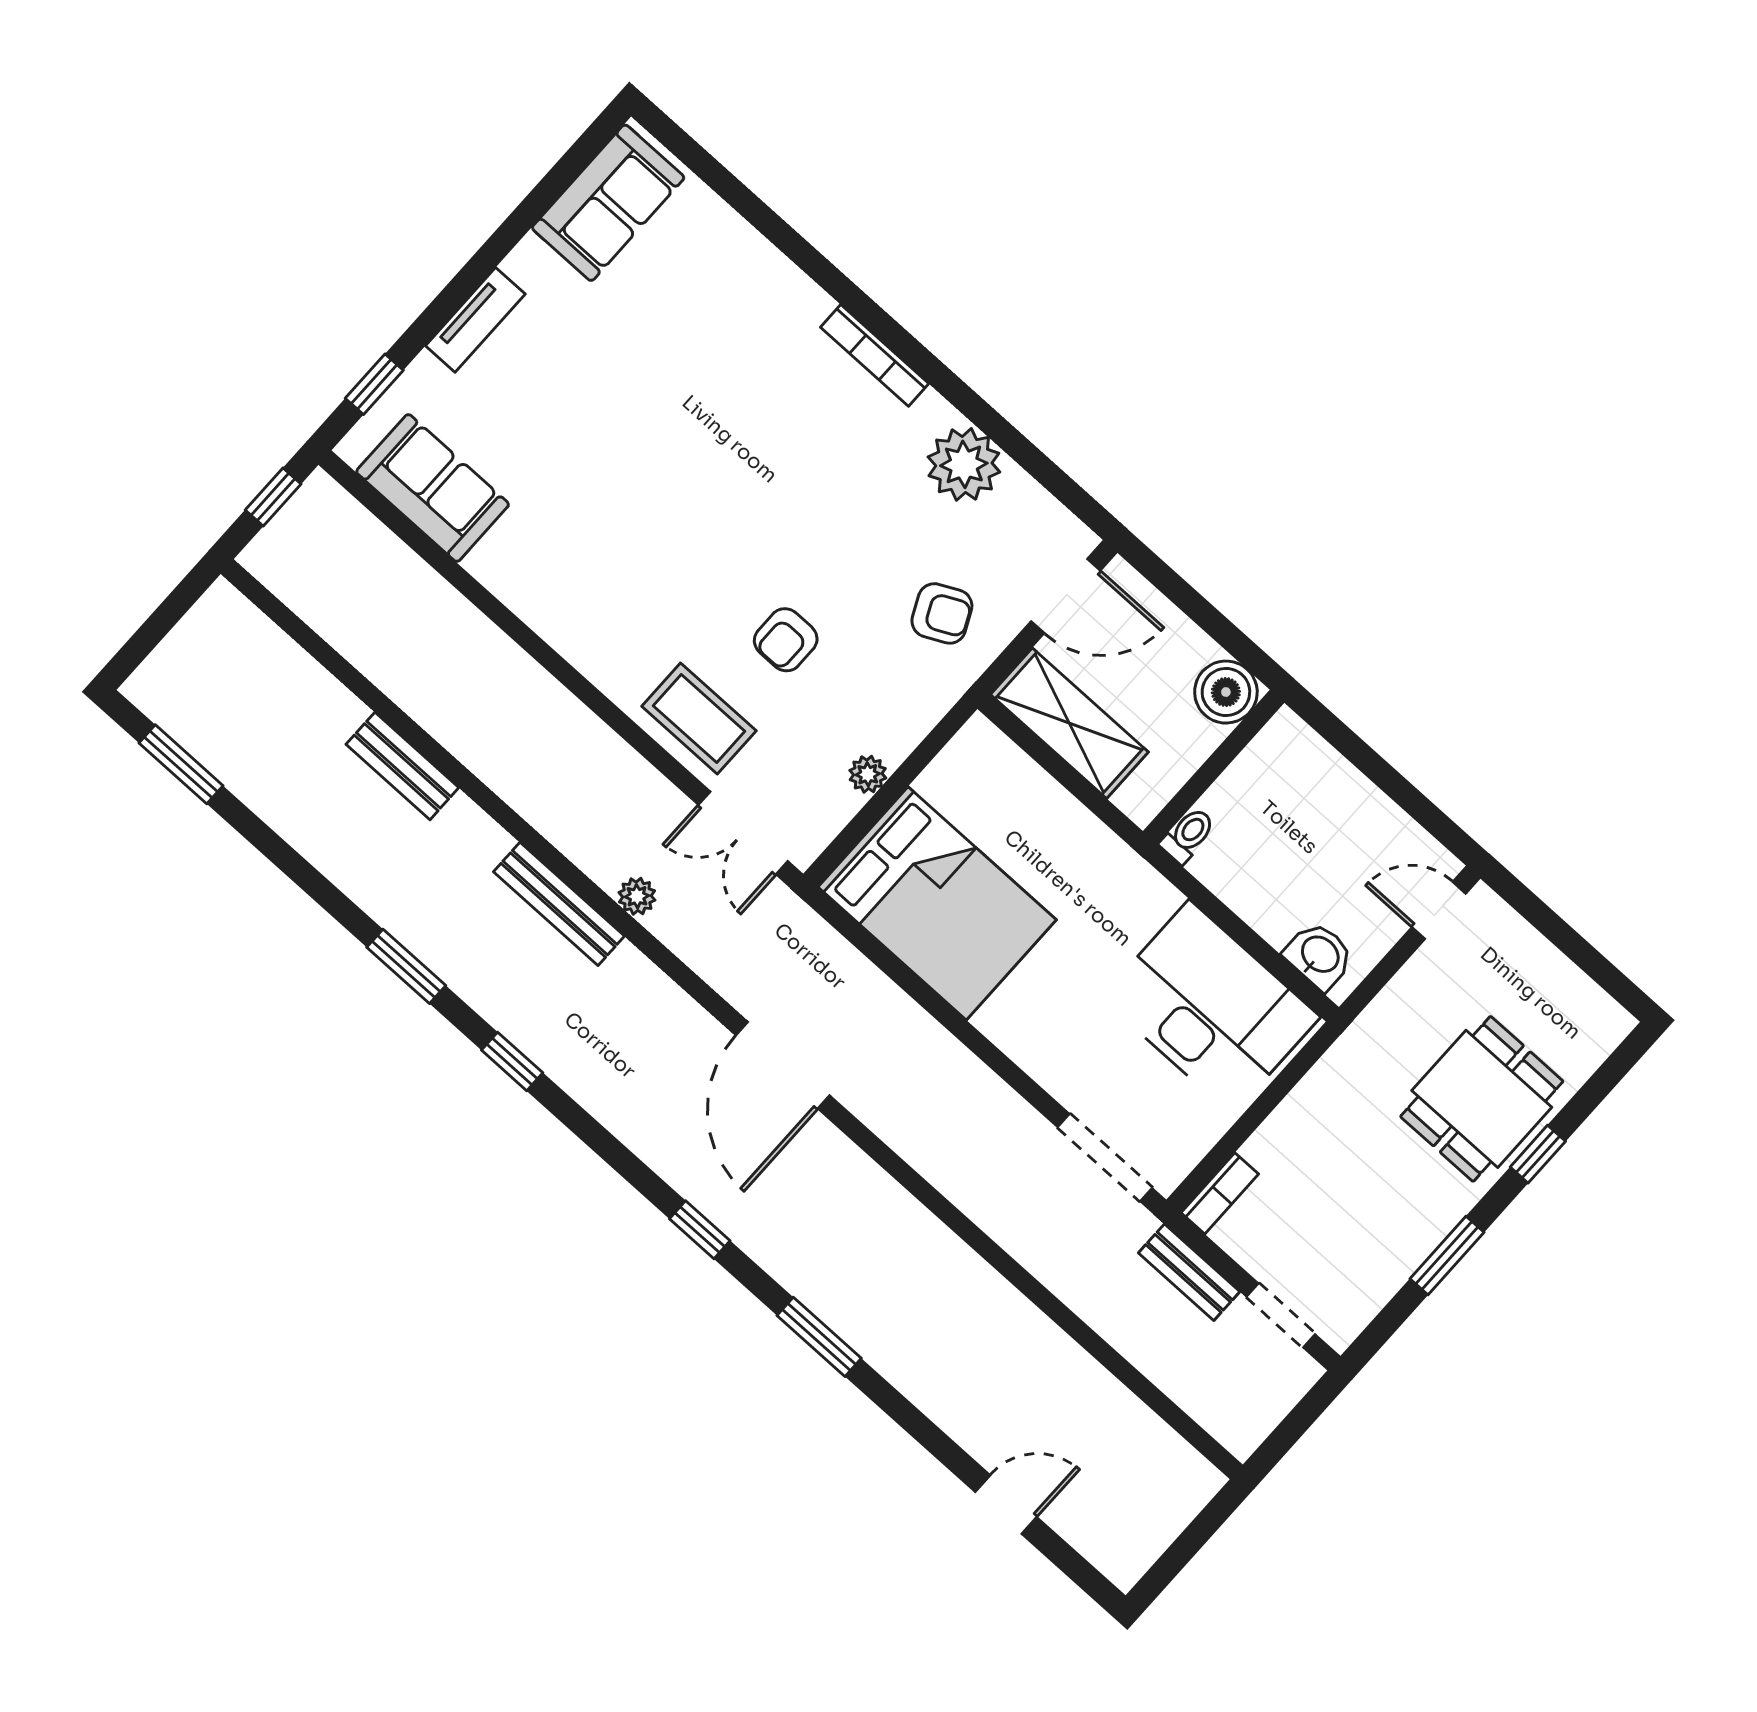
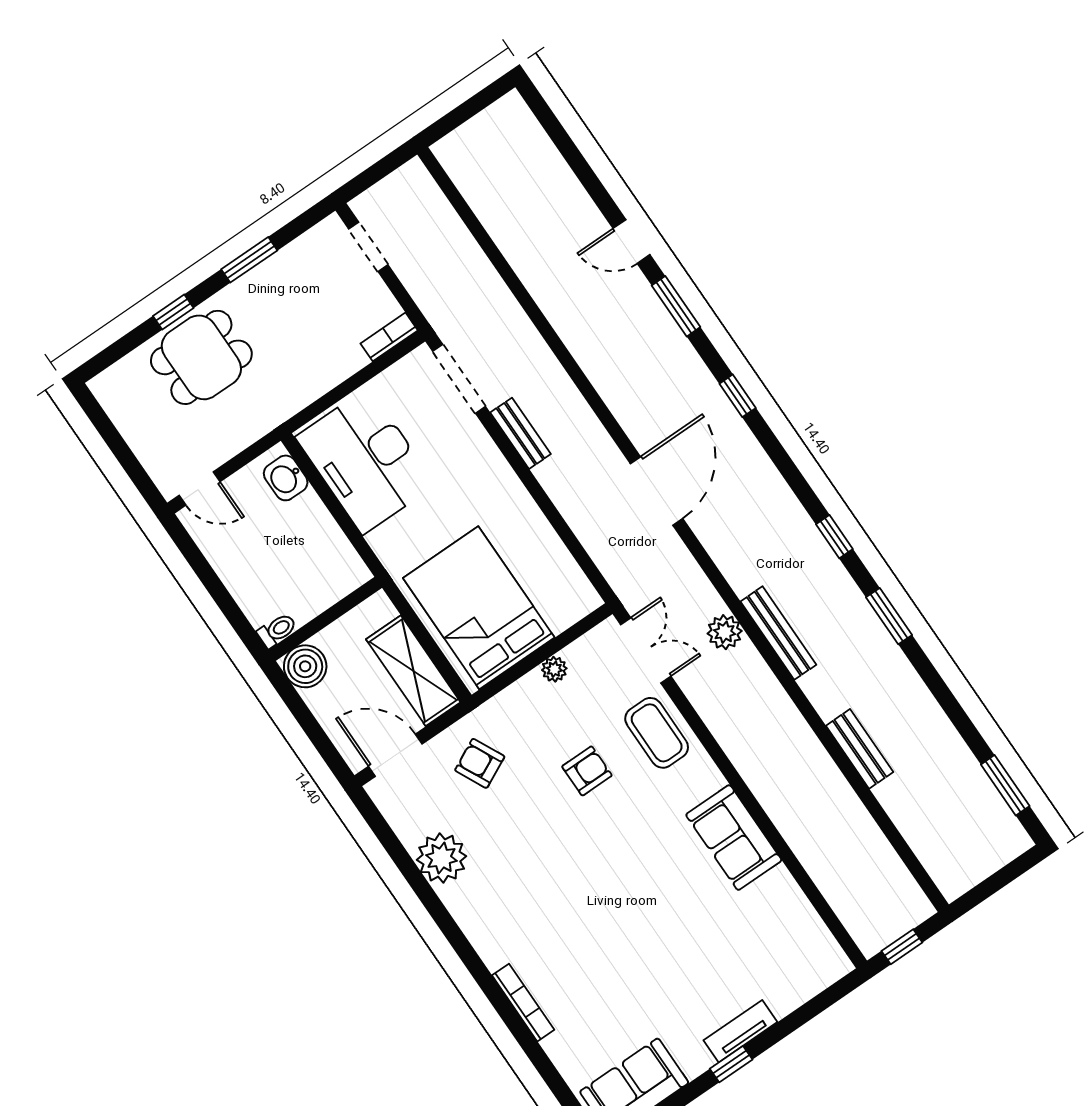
bookcase: (875, 355) -> (523, 1003), moved
window: (374, 384) -> (731, 1064), moved
sofa: (433, 488) -> (734, 838), moved
toilet: (1188, 835) -> (277, 630), moved, turned 180
plant: (637, 896) -> (725, 632), width x1.38, depth x1.38
bed: (937, 903) -> (479, 608), moved
bench: (1189, 1272) -> (520, 433), moved
door: (1006, 1504) -> (632, 242), moved

